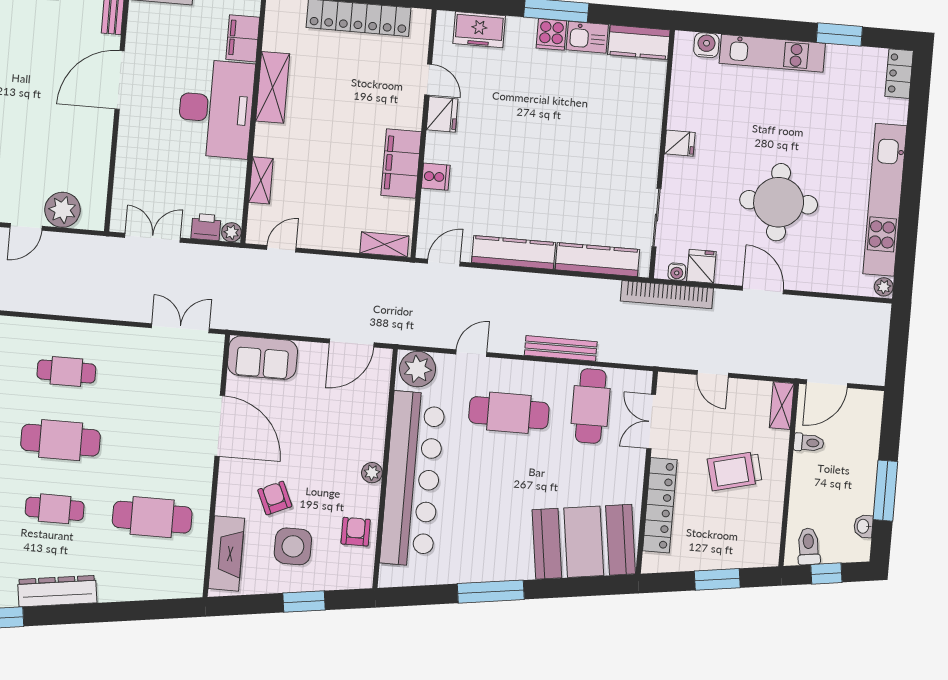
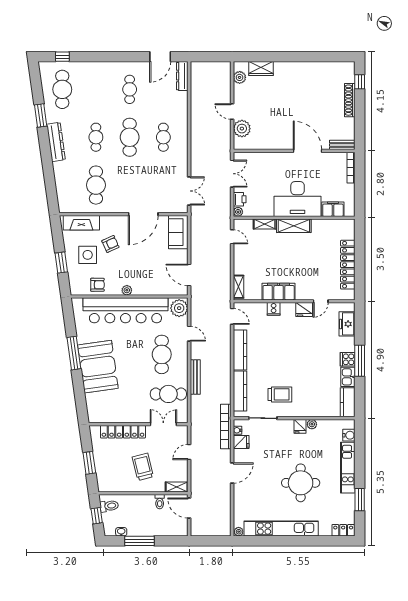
shelving: (273, 87) -> (294, 226), moved
plant: (678, 119) -> (312, 424), added
trolley: (611, 179) -> (280, 394), added
round table: (779, 202) -> (301, 483), moved
booth: (584, 542) -> (98, 367), moved

